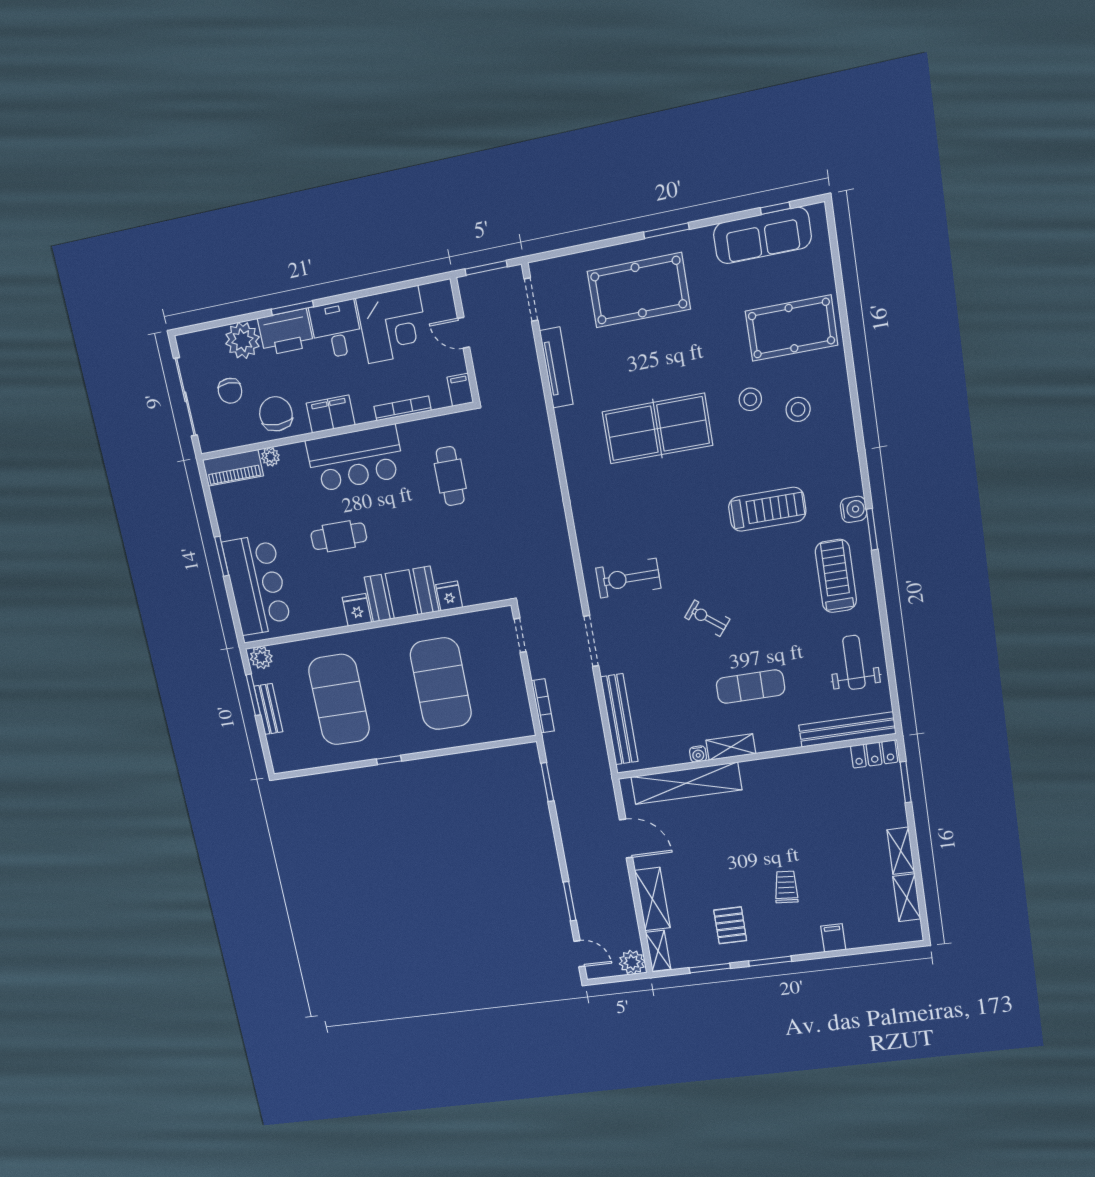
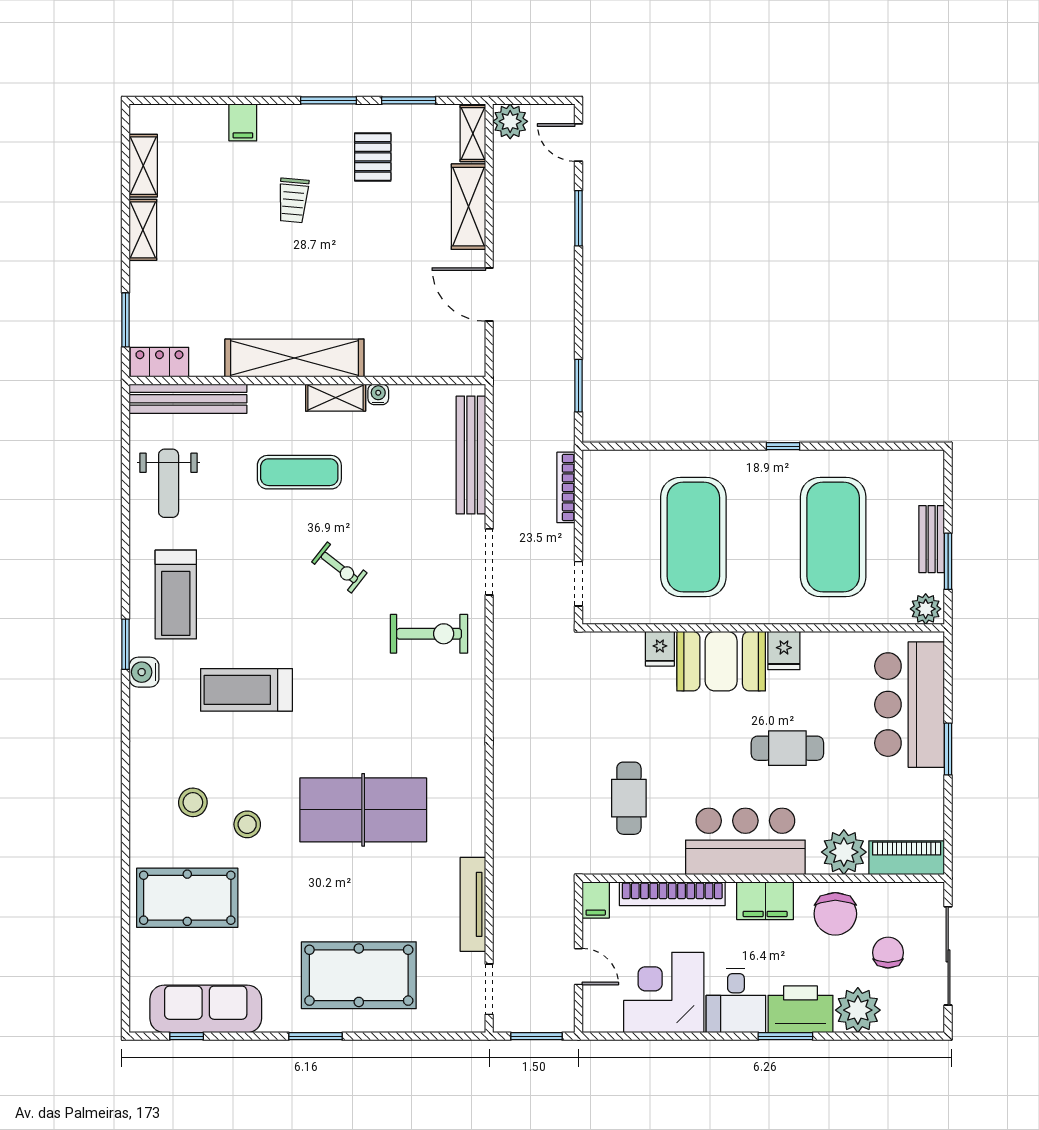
bookcase: (403, 408) -> (672, 894), width x1.48, depth x1.31
plant: (270, 457) -> (844, 852), width x1.88, depth x1.88
shelving: (686, 783) -> (294, 358), moved

